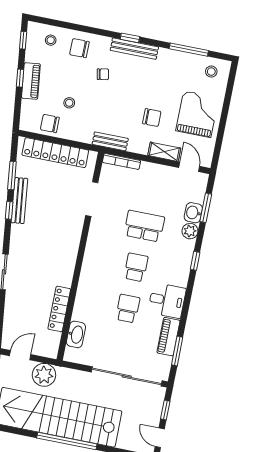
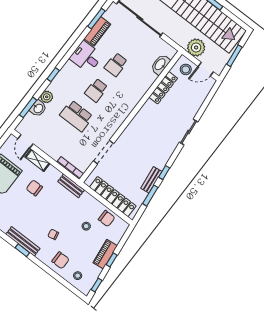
bench: (19, 201) -> (151, 180), width x0.73
stool: (43, 343) -> (186, 69), added

